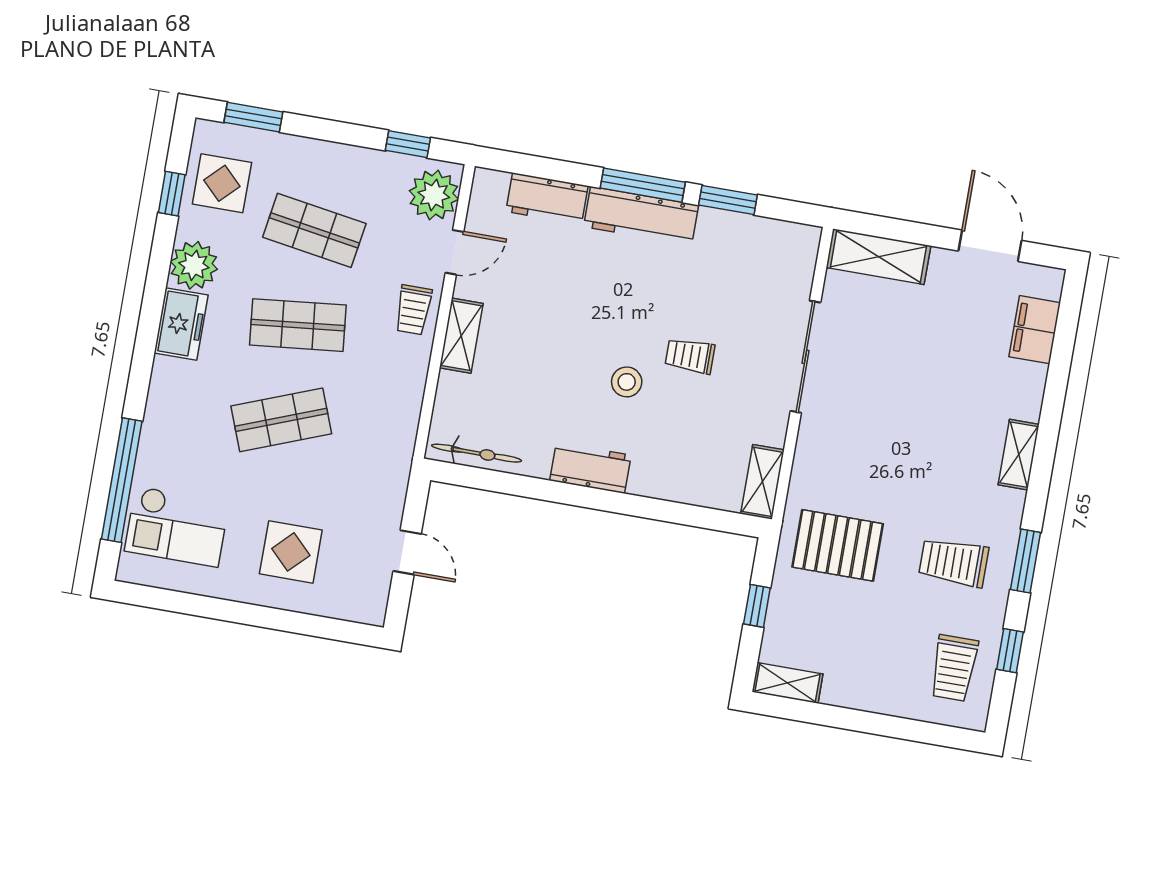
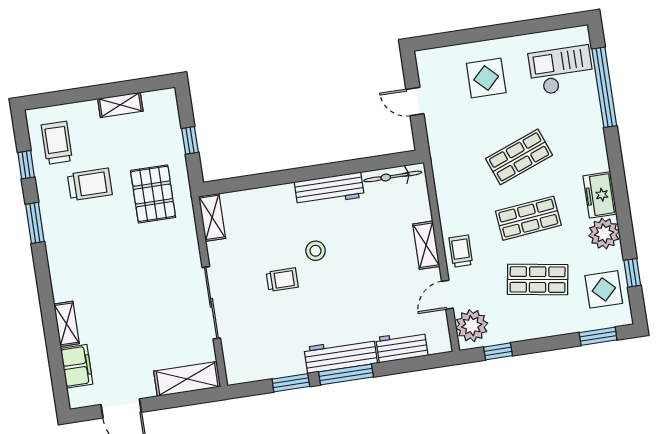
shelving: (1019, 455) -> (67, 324), moved
workbench: (590, 468) -> (329, 189), width x1.38
pallet: (838, 545) -> (153, 194), turned 90
trolley: (954, 562) -> (90, 184), moved
shelving: (788, 683) -> (120, 105), moved

